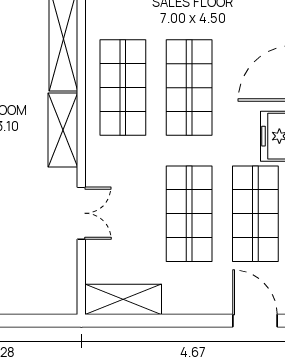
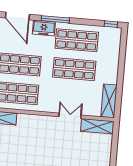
shelving: (63, 130) -> (97, 126), moved
door: (255, 321) -> (123, 45), removed

